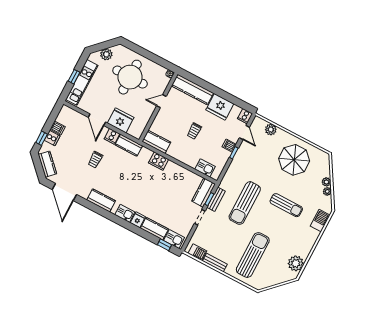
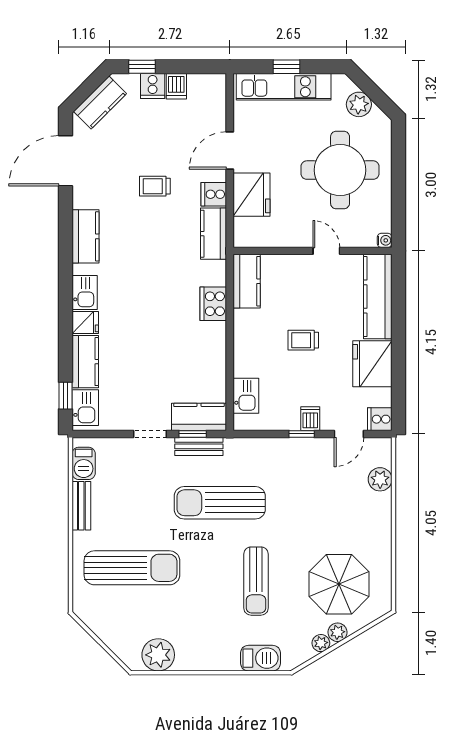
parasol: (294, 160) -> (339, 584), moved

